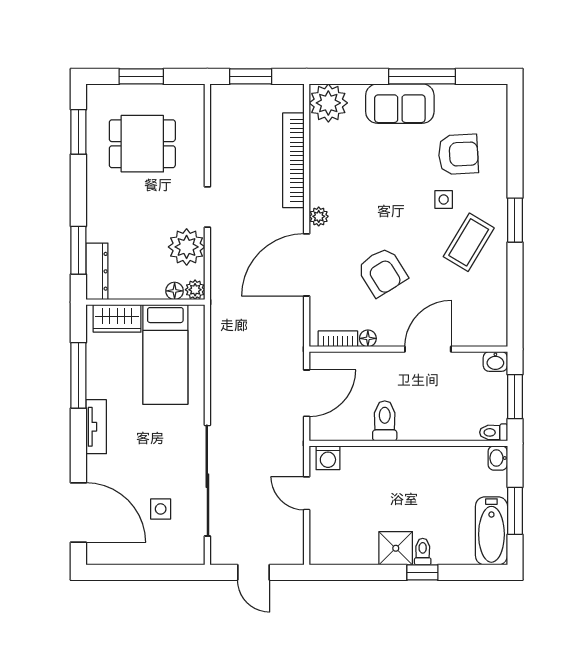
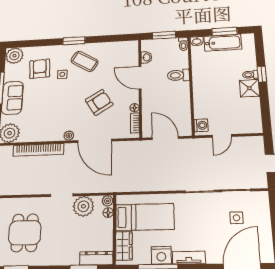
plant: (490, 102) -> (14, 56), added
washbasin: (495, 361) -> (146, 57), moved
nightstand: (101, 381) -> (161, 255), added
toilet: (385, 421) -> (178, 75), moved
bathtub: (491, 531) -> (223, 43), moved

